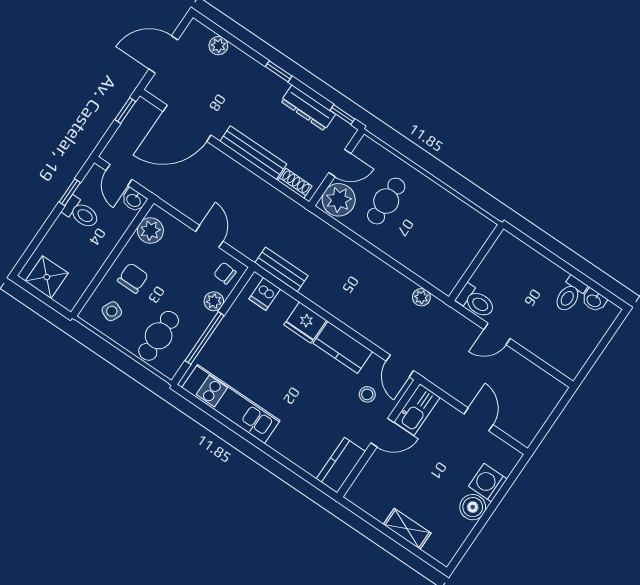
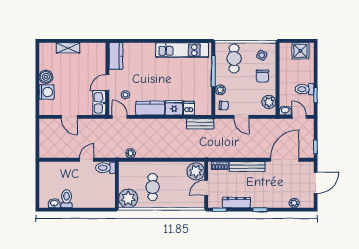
cafe table: (386, 201) -> (153, 187), moved
plant: (473, 229) -> (128, 199), added
dishwasher: (265, 294) -> (189, 108), moved

